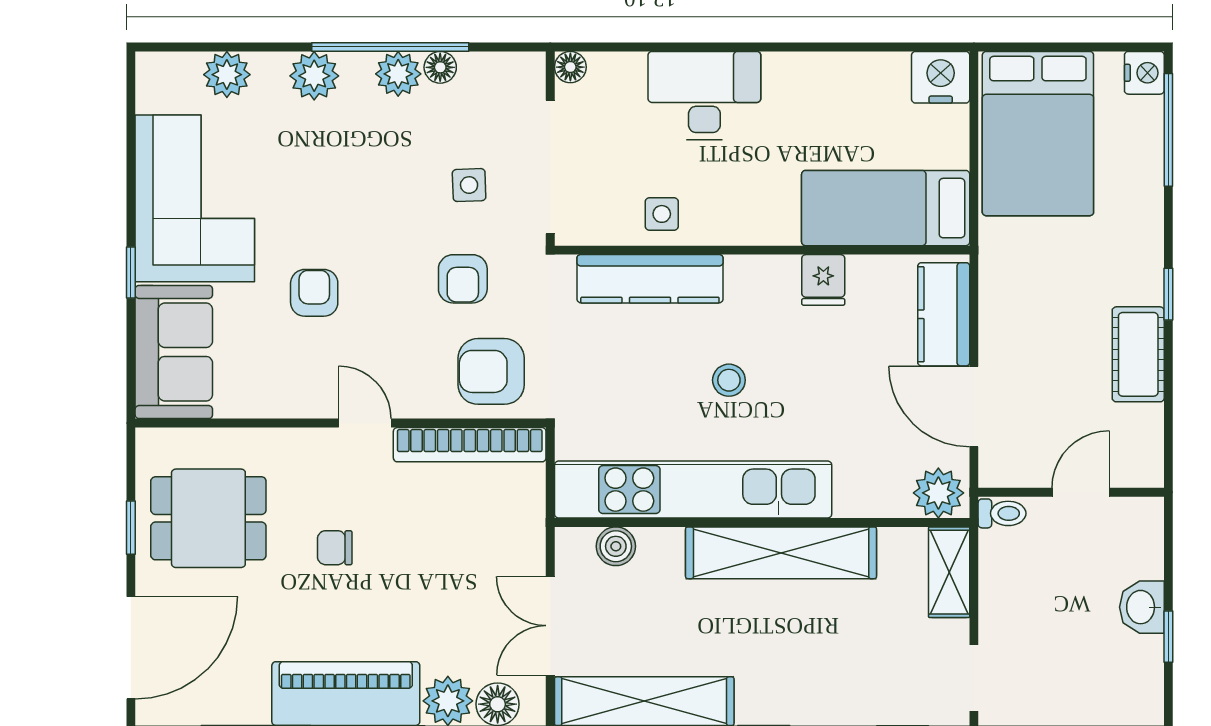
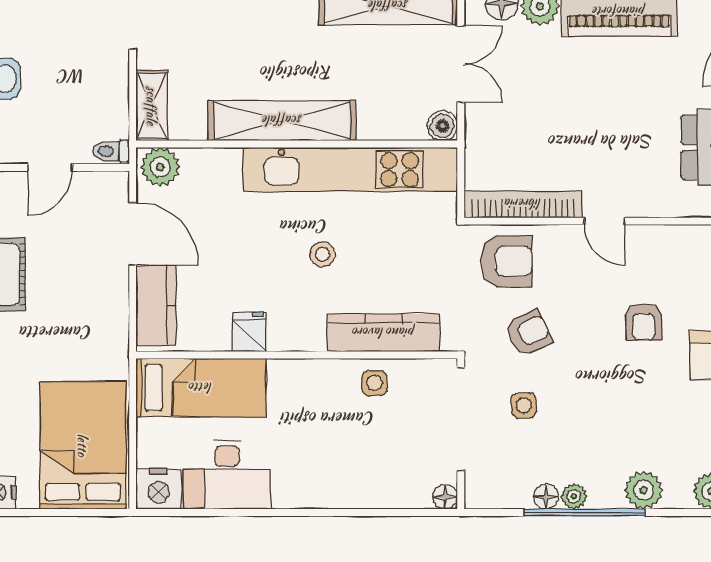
plant: (398, 74) -> (574, 496), width x0.73, depth x0.73
desk: (704, 96) -> (227, 475), moved
armchair: (463, 279) -> (529, 333), turned 64
boiler: (616, 546) -> (442, 126), moved
chair: (335, 548) -> (628, 125), removed

